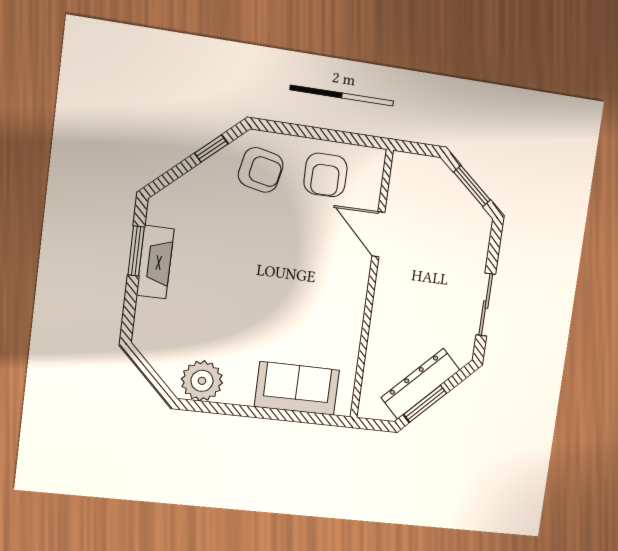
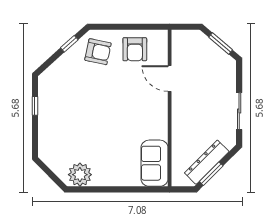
window: (136, 251) -> (35, 106), width x0.67
fireplace: (155, 262) -> (46, 111), removed
sofa: (297, 388) -> (154, 163), moved, turned -90

